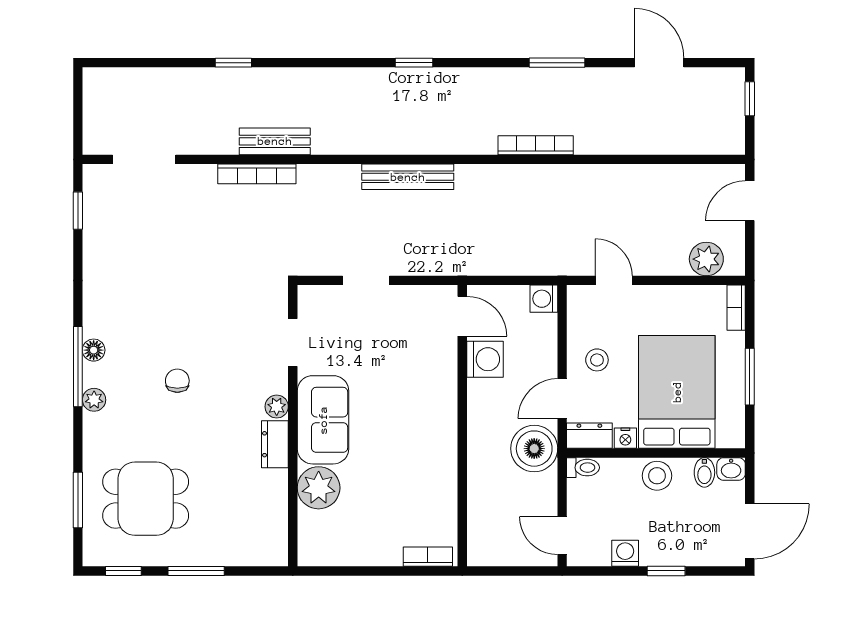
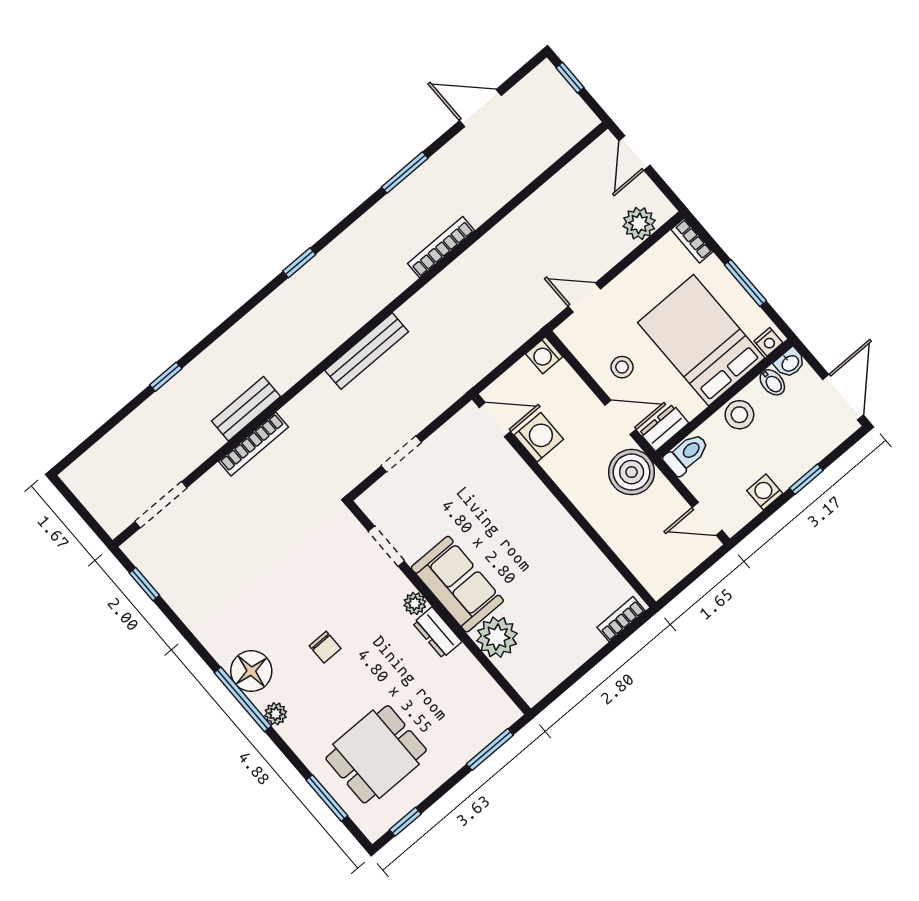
floor lamp: (94, 350) -> (251, 671), width x1.89, depth x1.89
chair: (177, 381) -> (325, 647), turned 180
door: (562, 399) -> (621, 417), swing flipped
nightstand: (625, 438) -> (768, 342), moved
toilet: (583, 468) -> (687, 454), width x1.37, depth x1.39
window: (196, 571) -> (490, 749), moved

